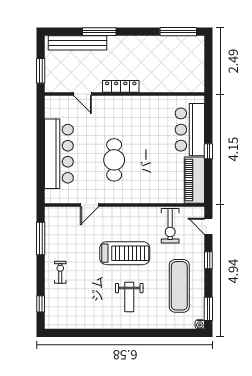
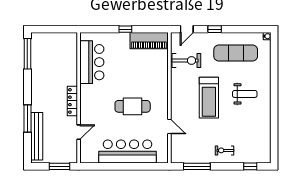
bar counter: (190, 130) -> (92, 62), moved, turned -90
treadmill: (125, 253) -> (209, 98), turned 180
window: (208, 309) -> (255, 29), removed

